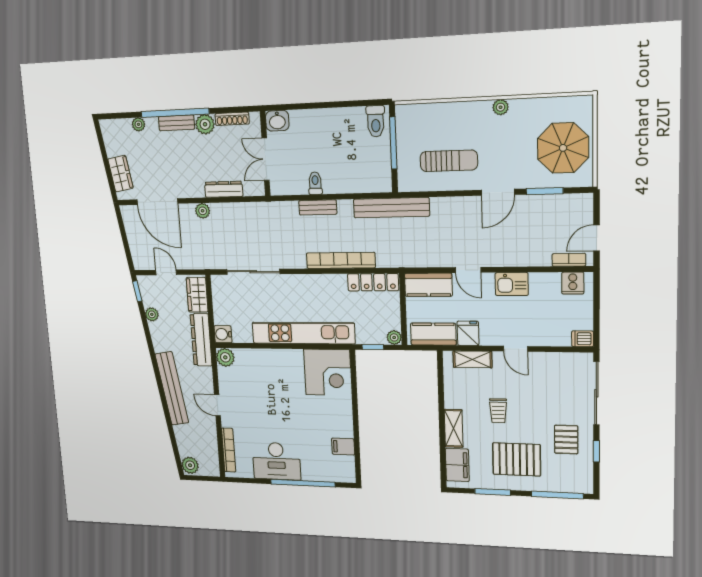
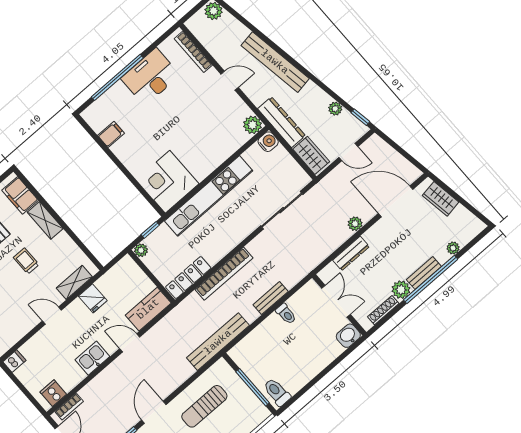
kitchen counter: (433, 334) -> (116, 277), removed

